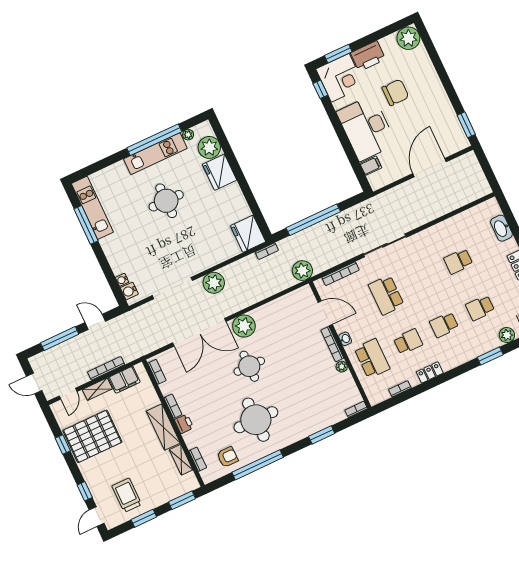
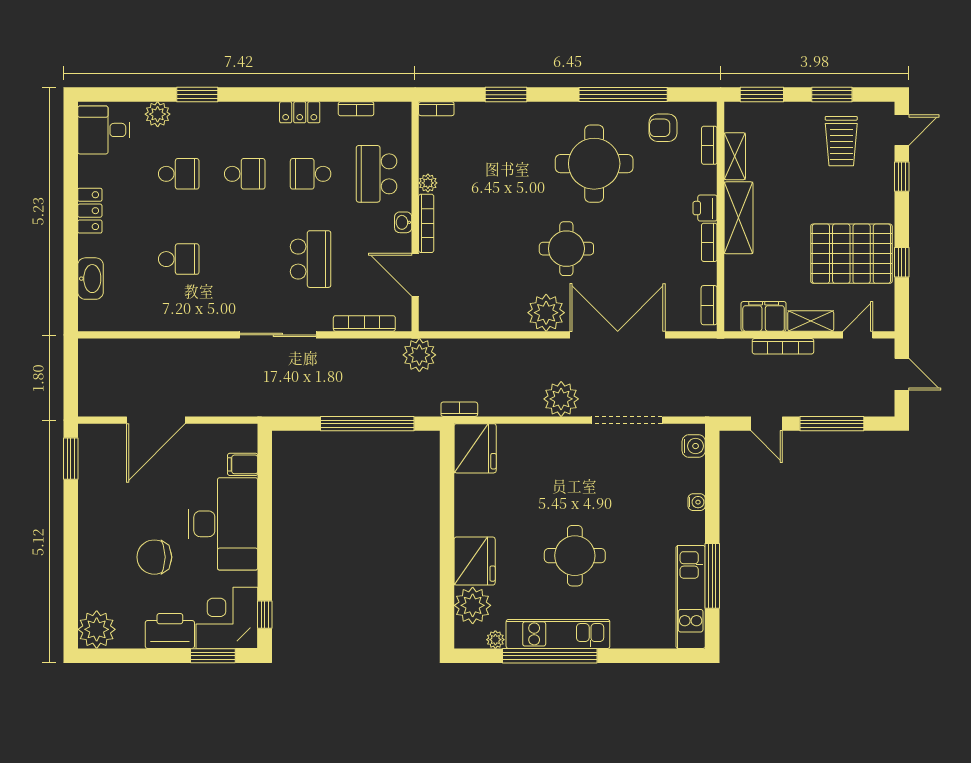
water cooler: (122, 280) -> (697, 502), moved

